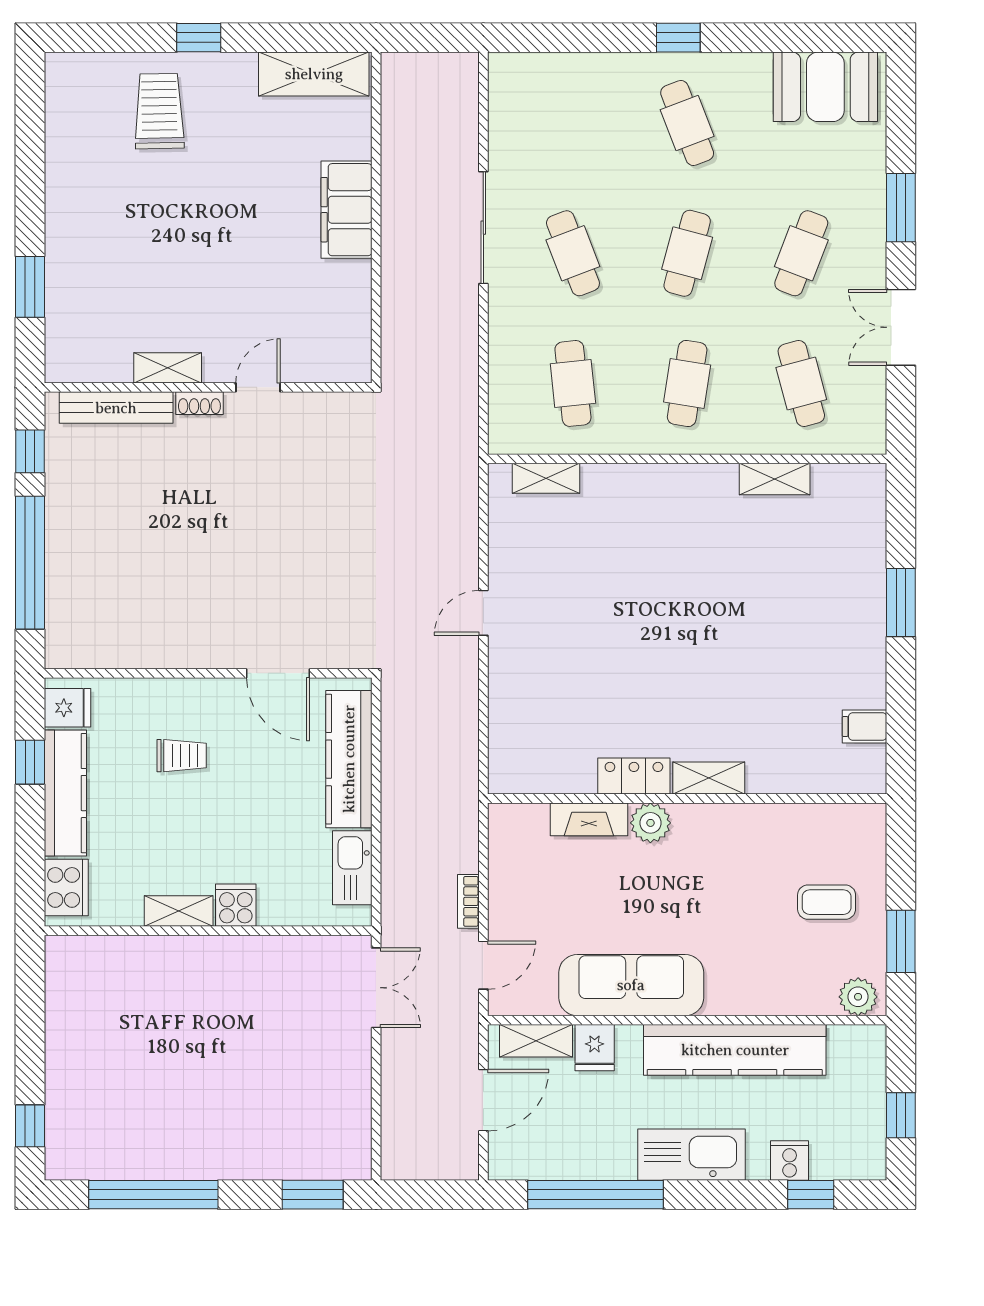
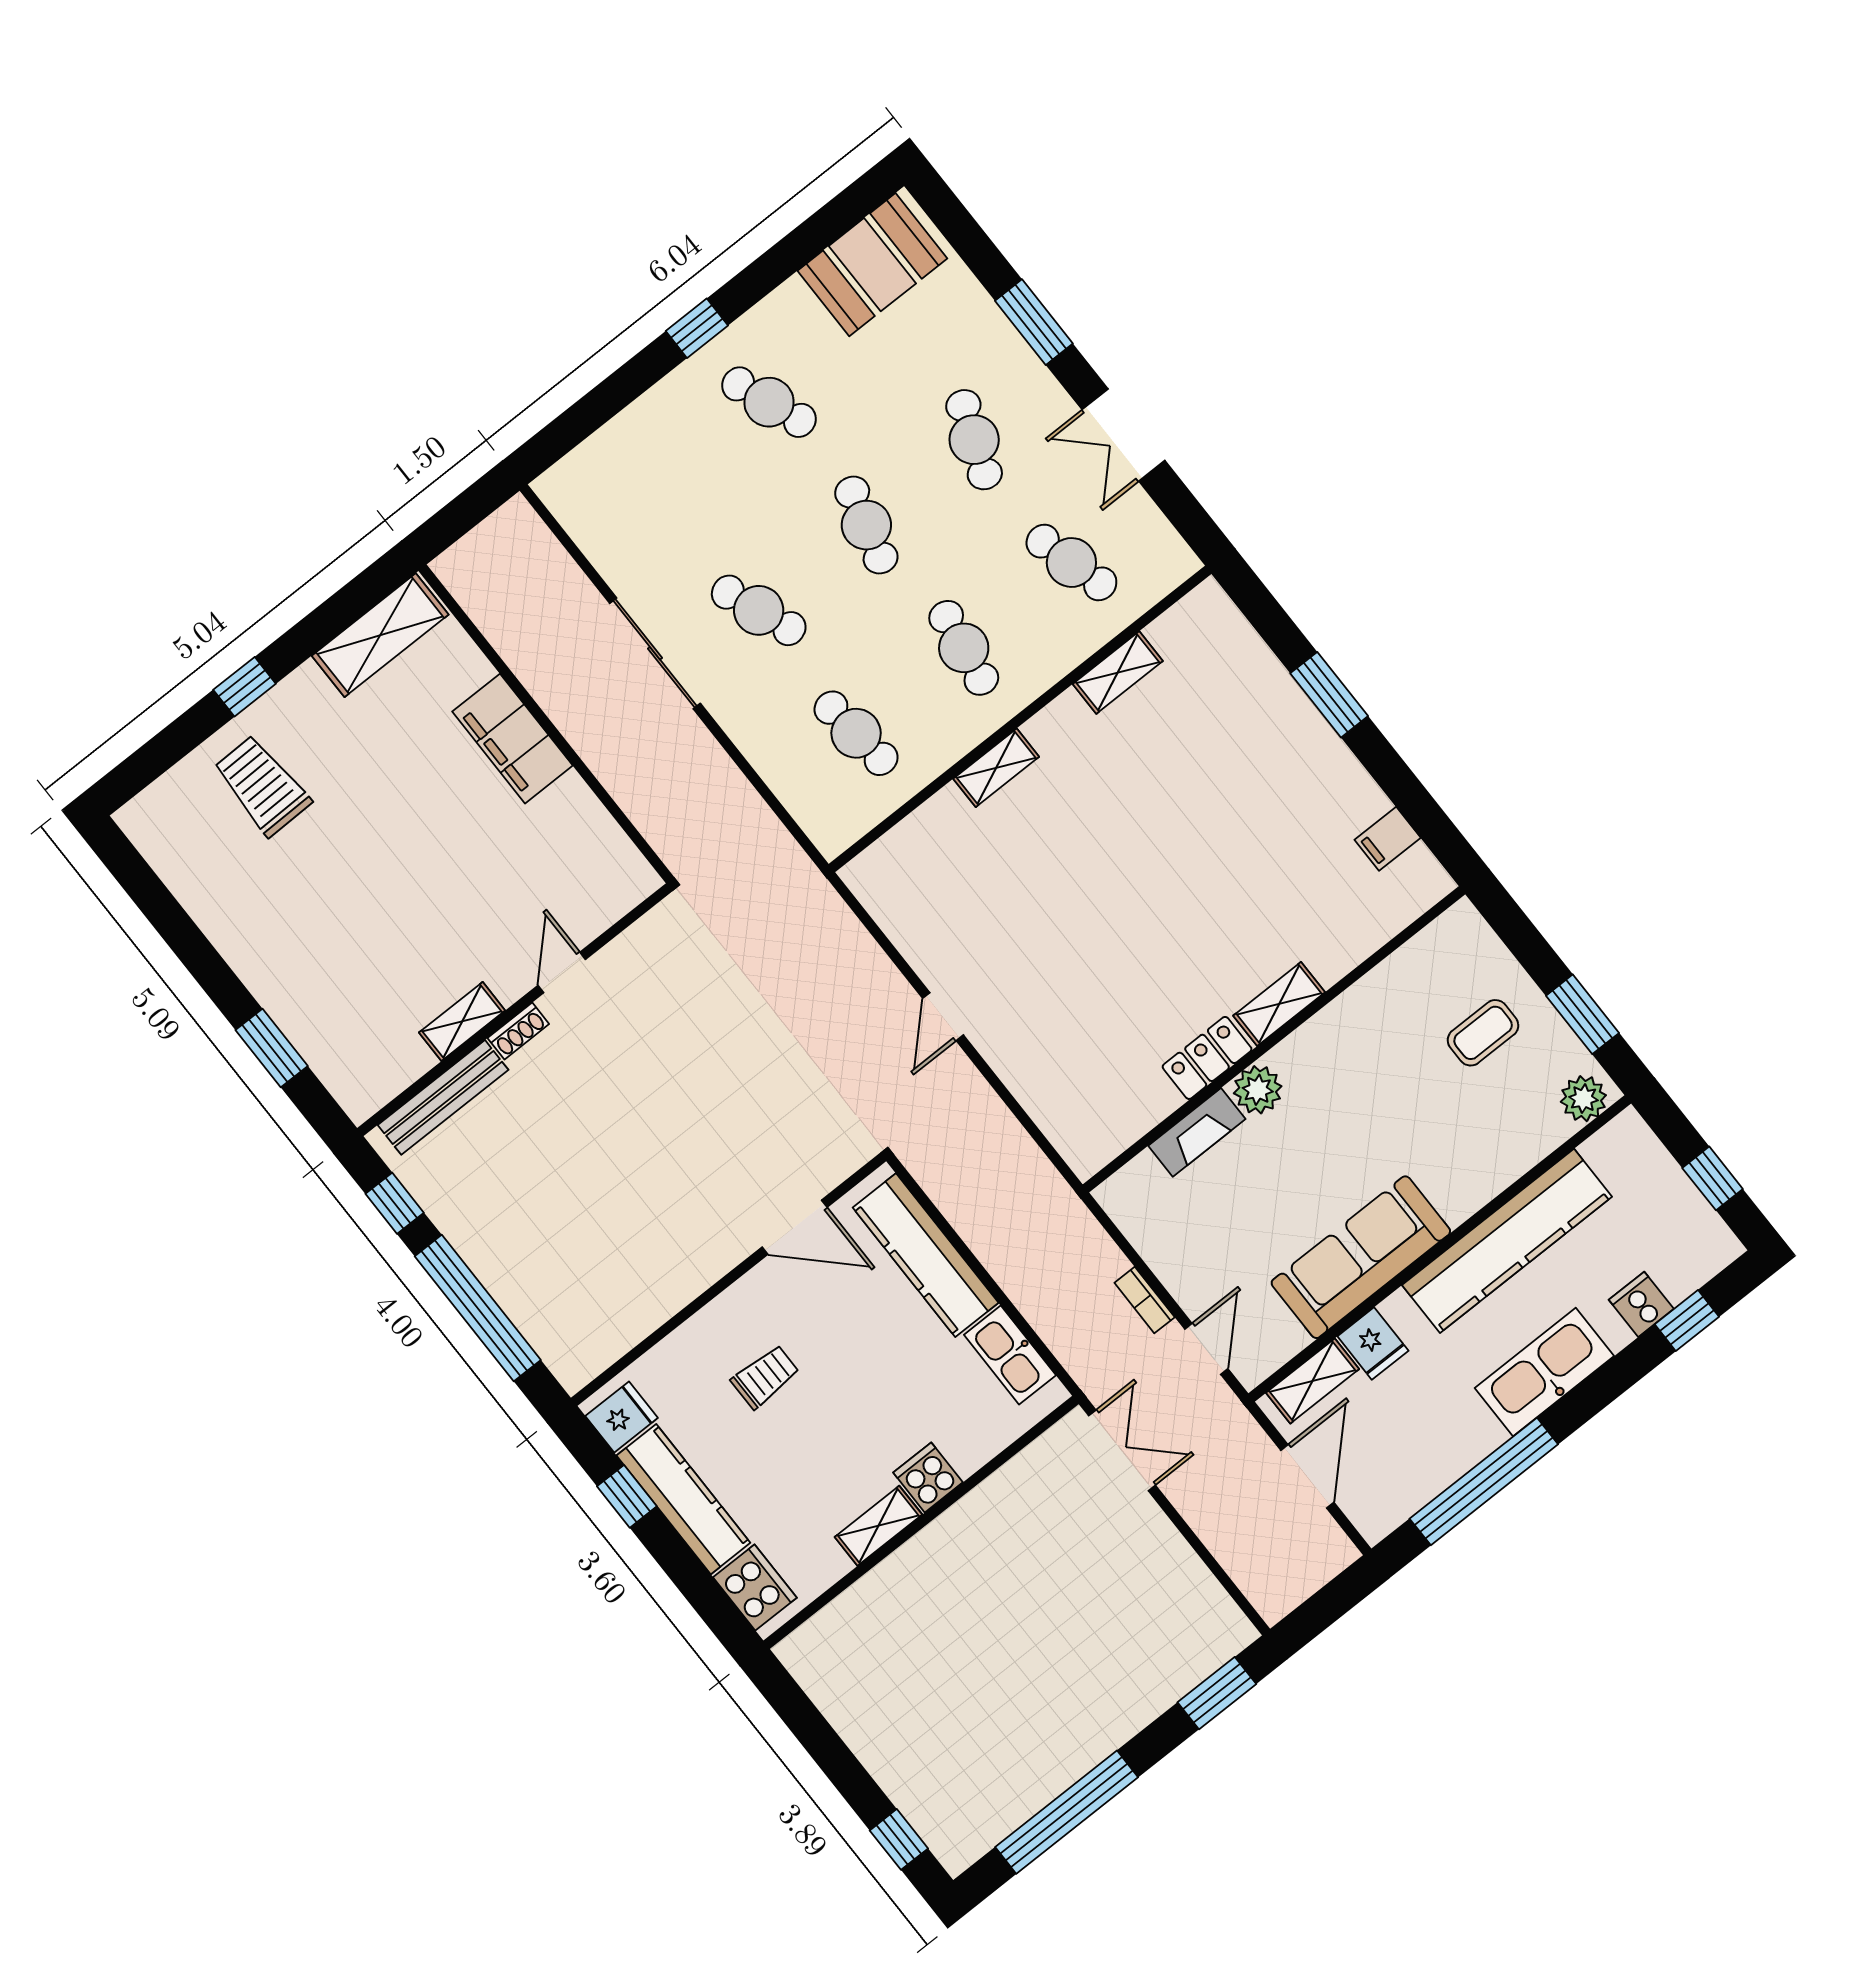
shelving: (546, 478) -> (996, 768), moved

